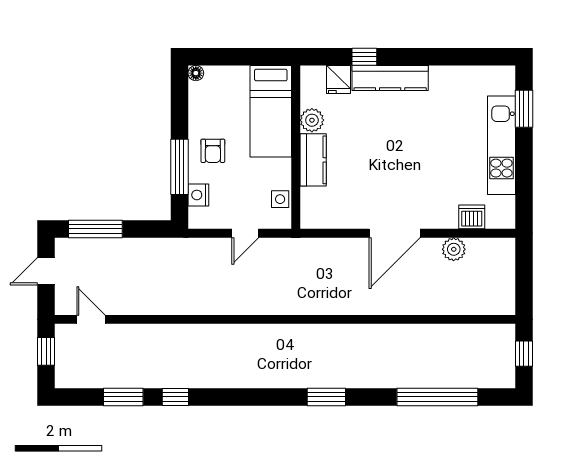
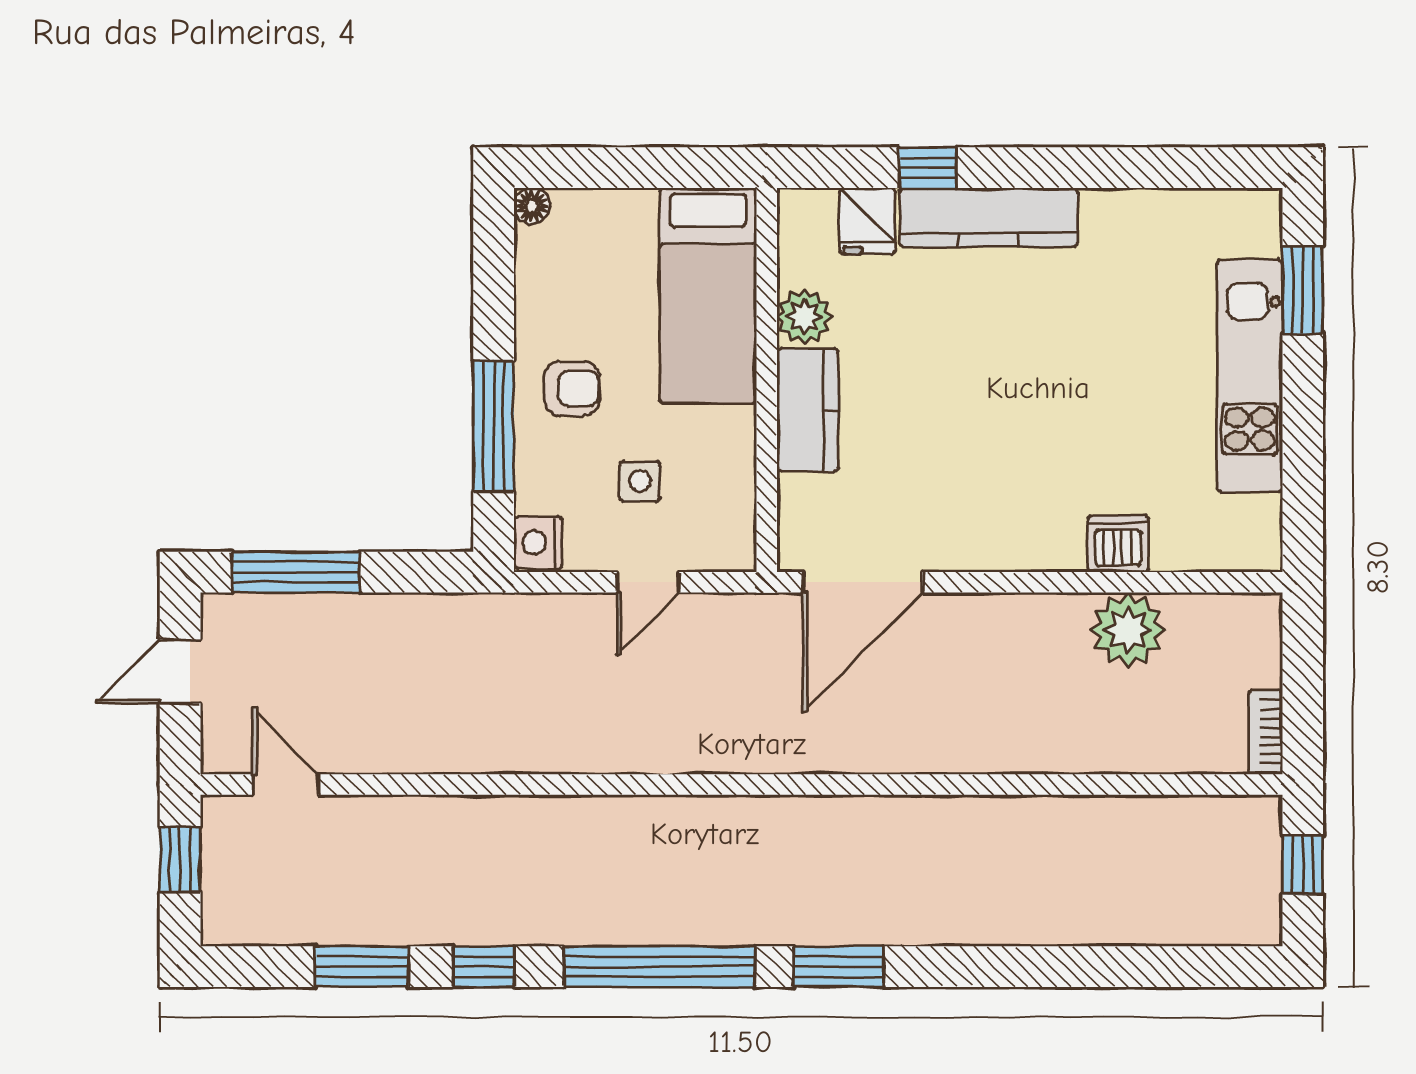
armchair: (213, 151) -> (572, 389), turned -90
nightstand: (198, 195) -> (538, 543), moved
side table: (280, 199) -> (640, 481), moved
dishwasher: (472, 217) -> (1118, 544), moved
door: (395, 233) -> (863, 582), moved
plant: (454, 249) -> (1128, 630), width x1.36, depth x1.36
bookcase: (508, 297) -> (1266, 732), added
window: (437, 397) -> (659, 967), moved

